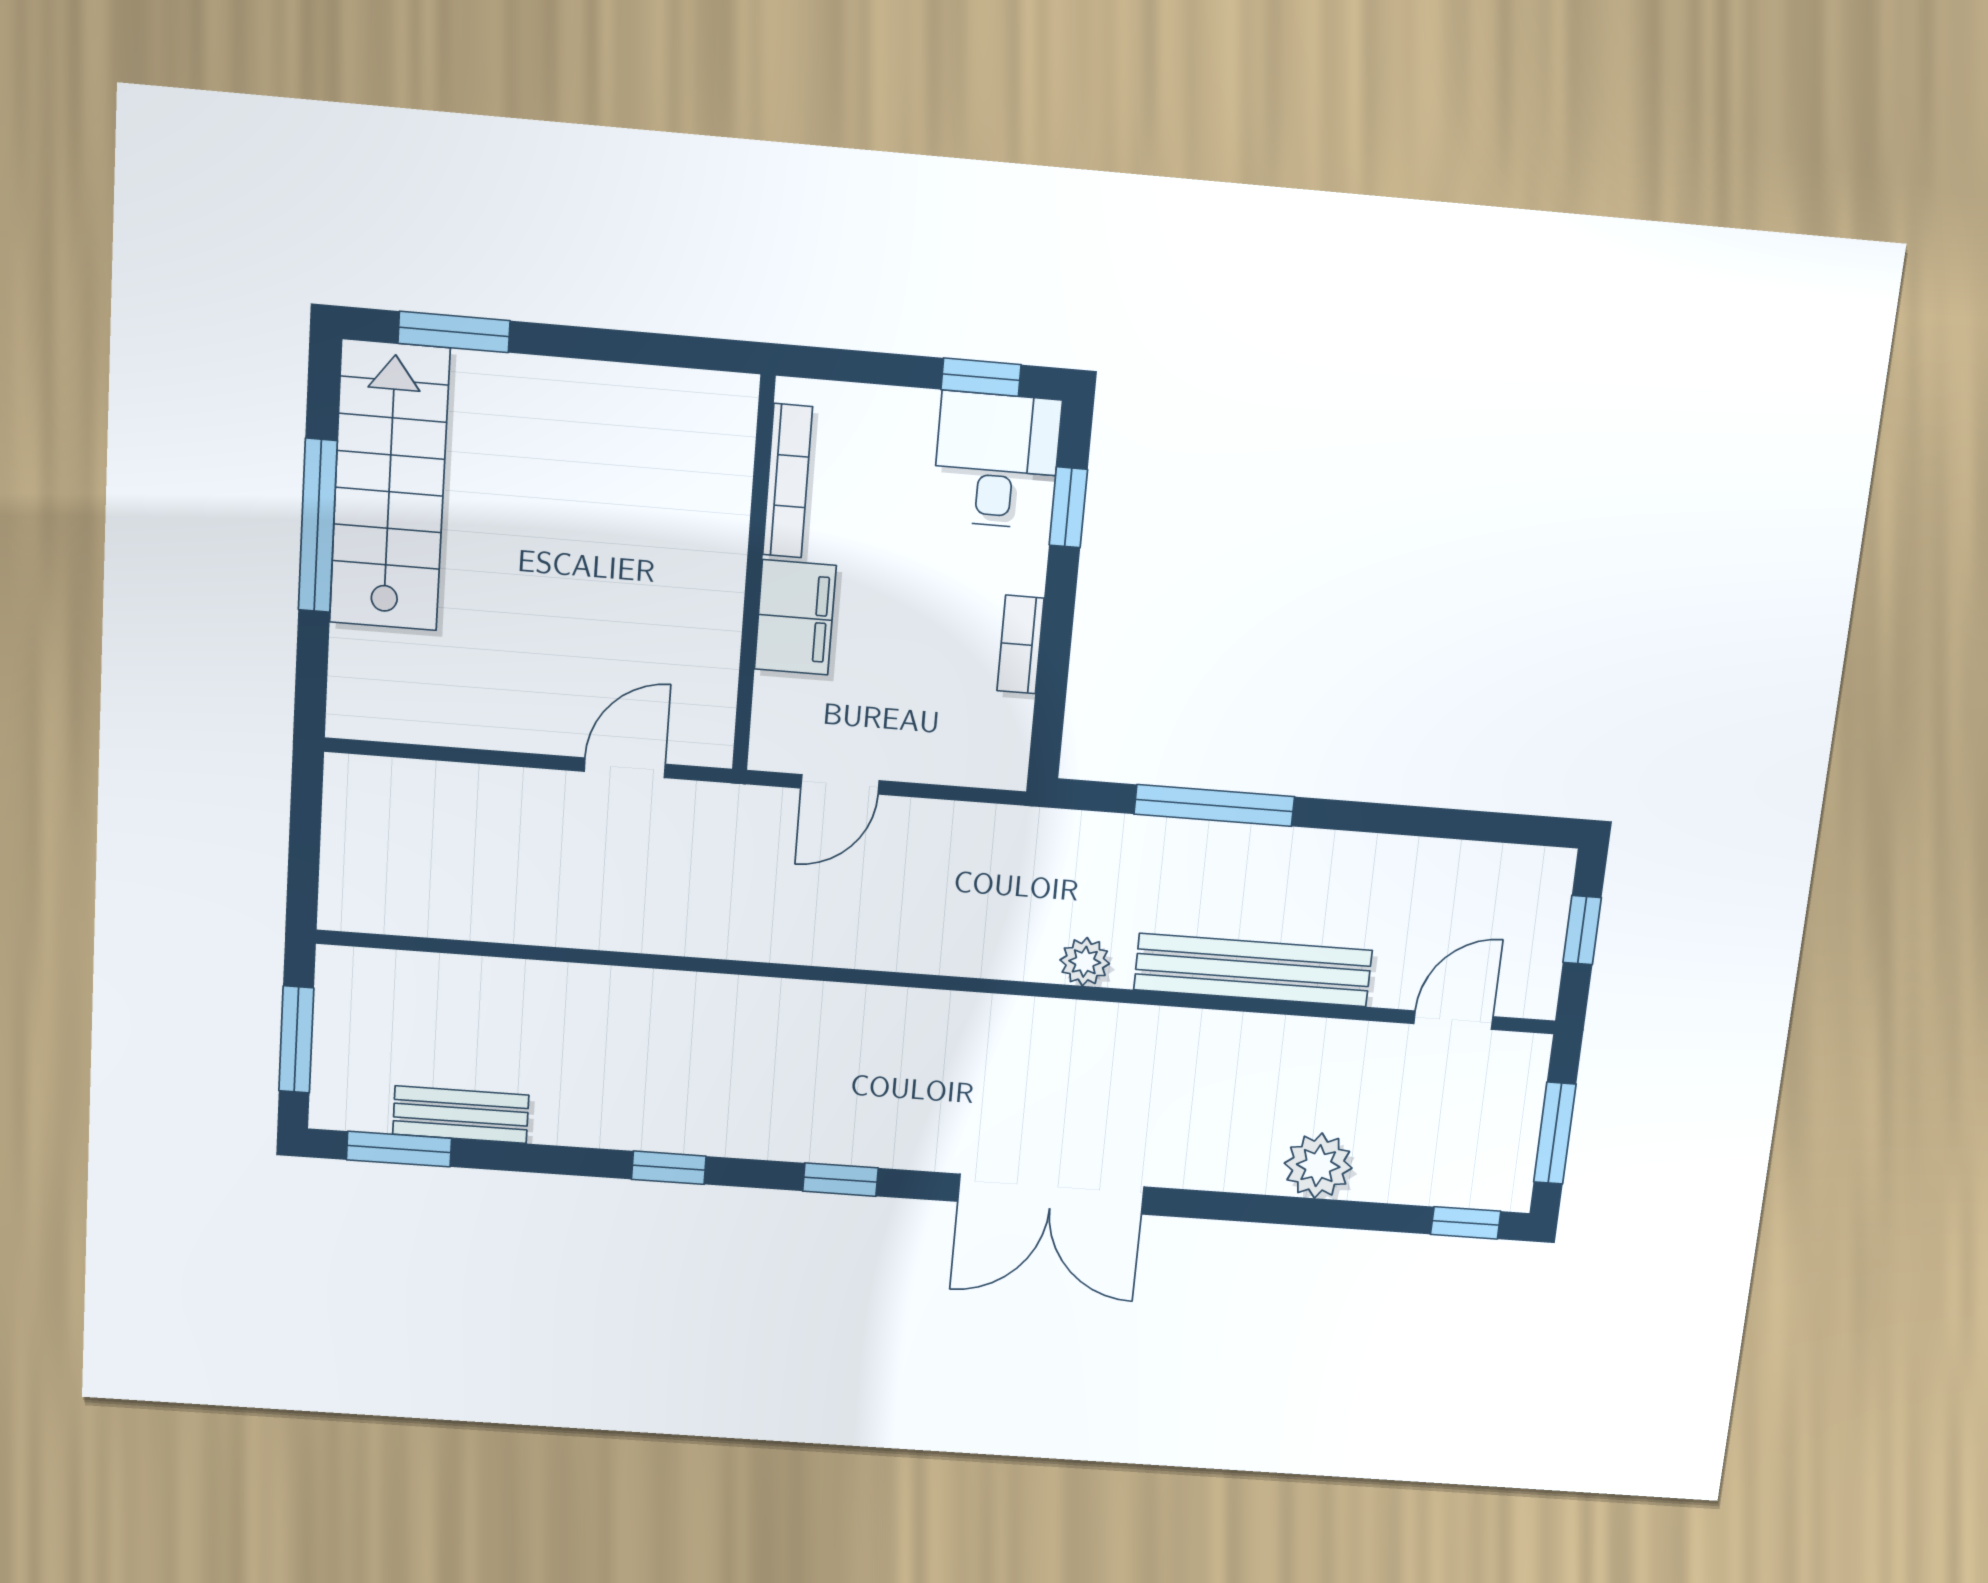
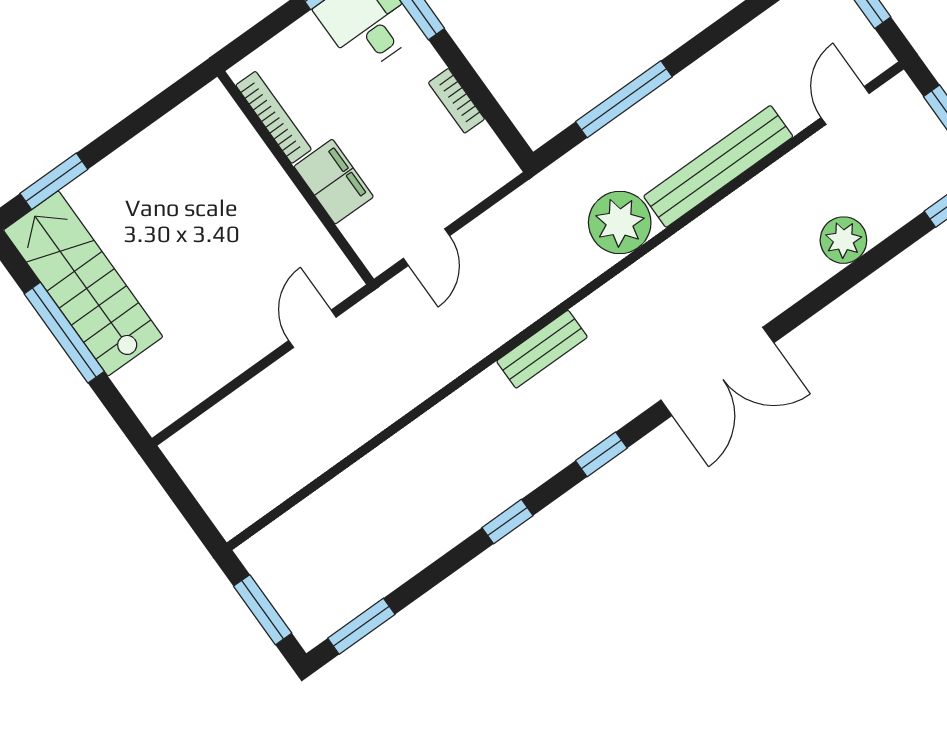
plant: (1085, 962) -> (620, 222), width x1.87, depth x1.87
bench: (461, 1115) -> (542, 349), moved

